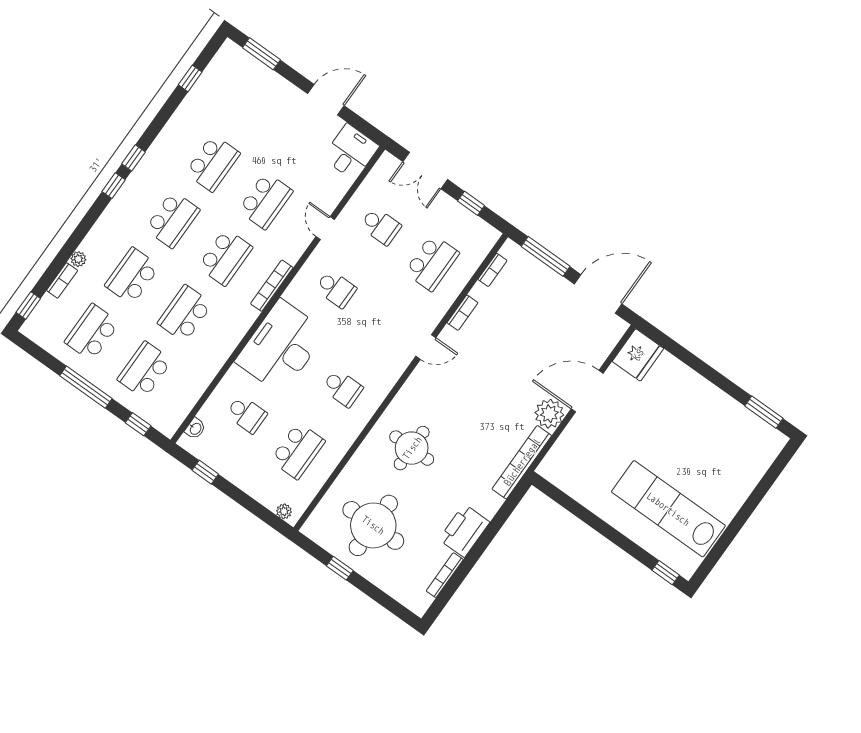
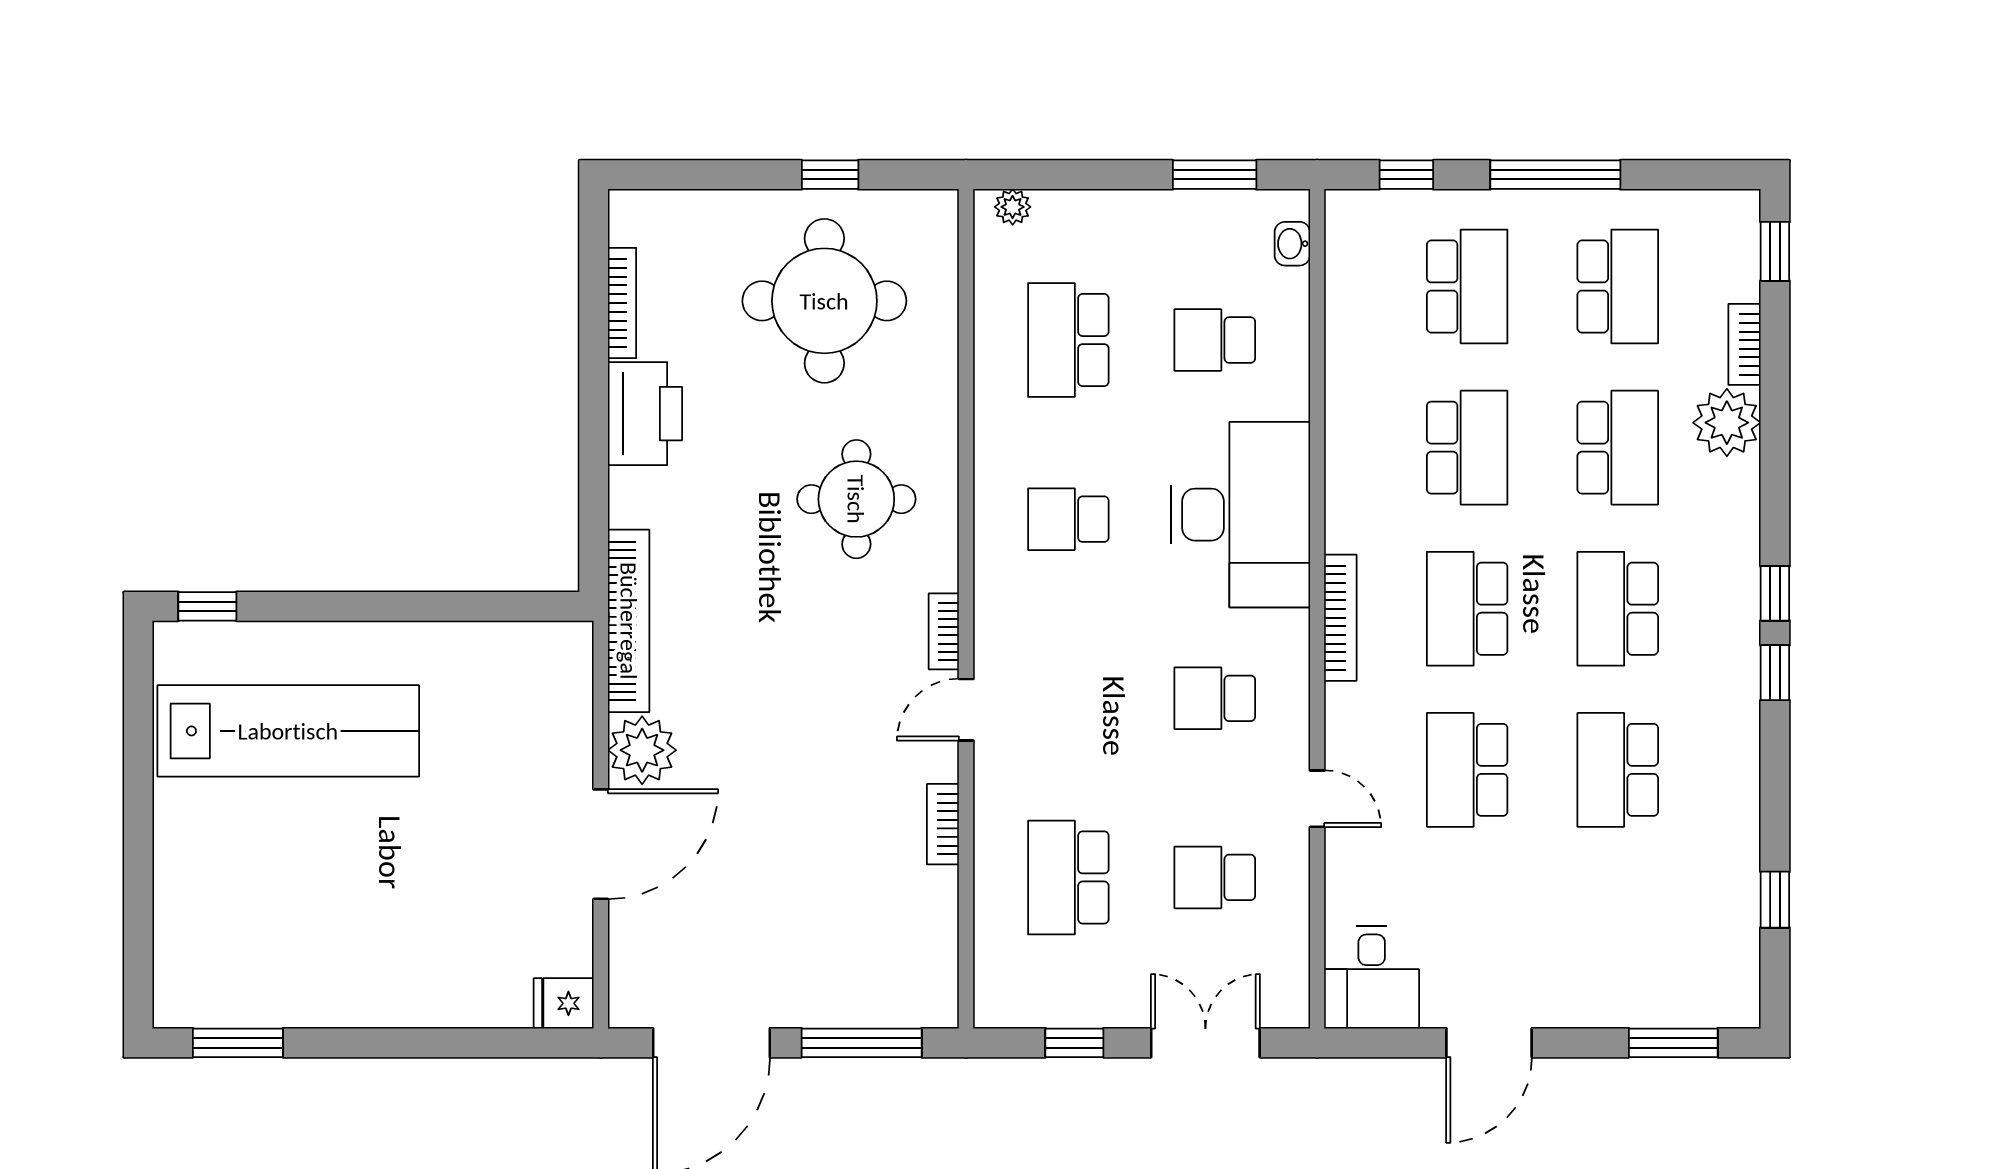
plant: (78, 259) -> (1727, 423), width x1.88, depth x1.88
bookcase: (492, 270) -> (944, 631), moved
fridge: (638, 355) -> (564, 1003), width x0.53, depth x0.75
window: (205, 472) -> (1215, 175), width x1.50

